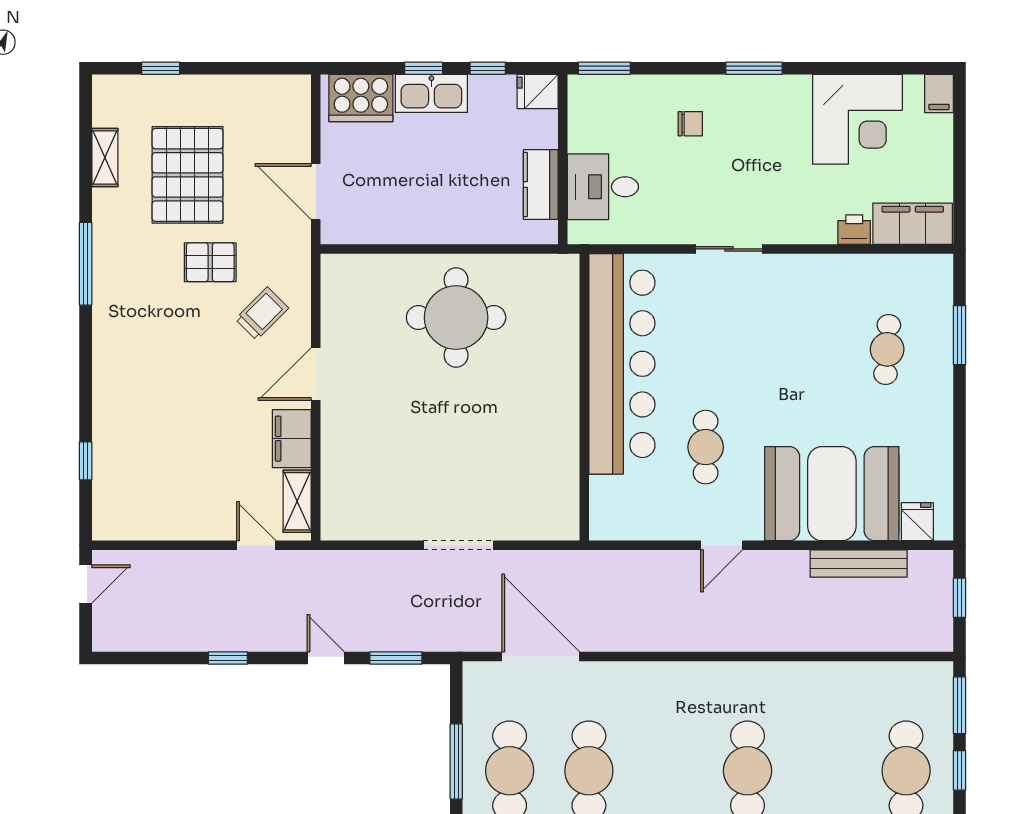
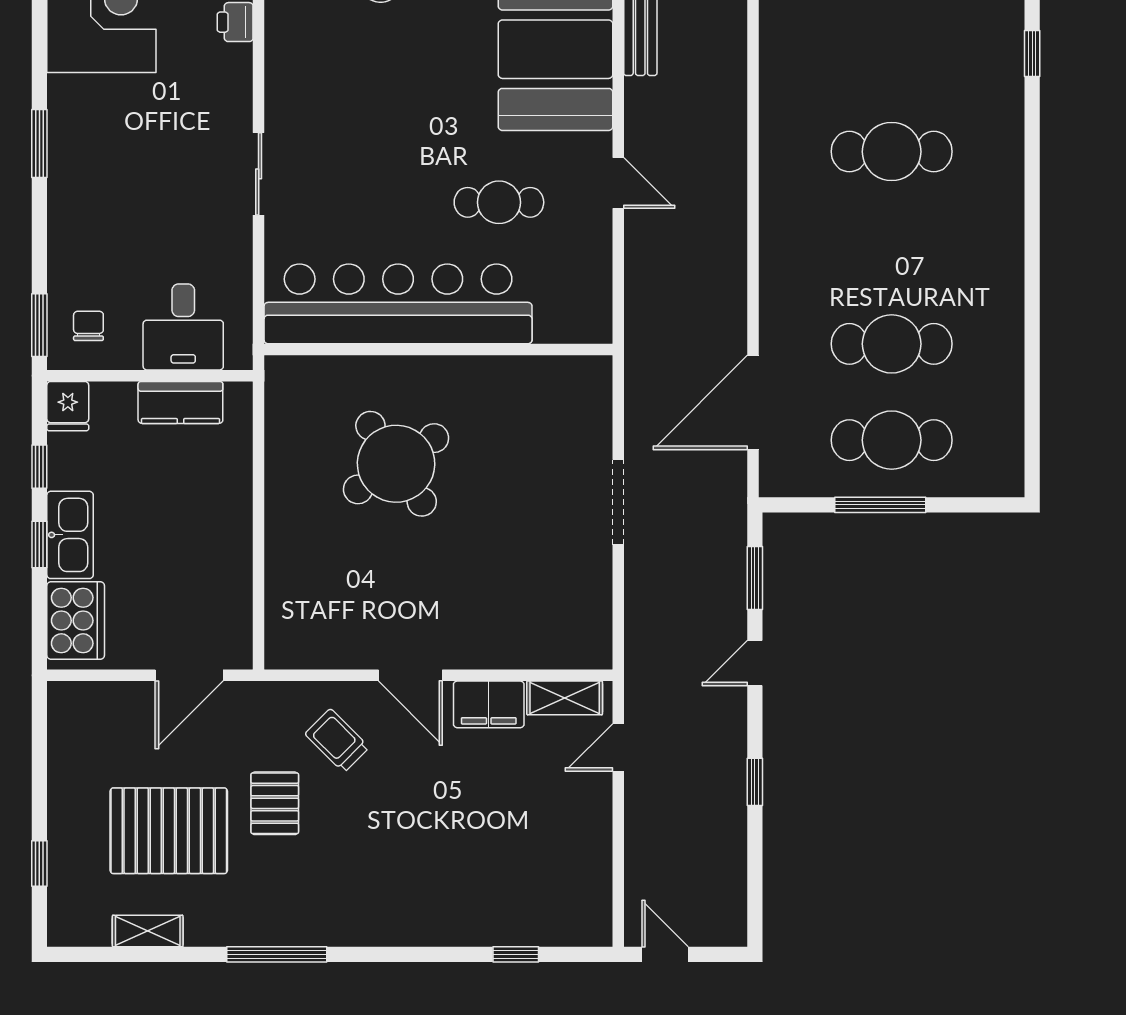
chair: (690, 124) -> (88, 326), moved
round table: (456, 318) -> (396, 464), moved, turned -34

